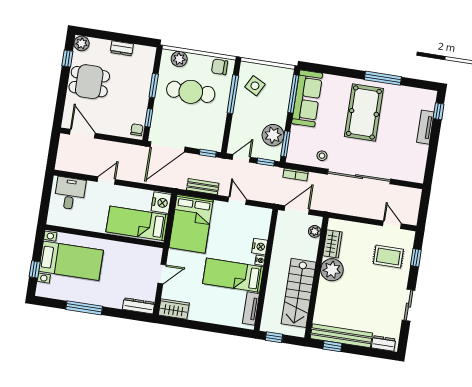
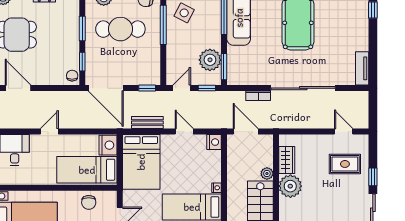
tv unit: (425, 127) -> (362, 68), moved
door: (168, 147) -> (106, 88), hinge flipped
stool: (322, 156) -> (262, 73), removed
bookcase: (296, 174) -> (258, 96), moved
door: (297, 210) -> (246, 131), hinge flipped
plant: (315, 231) -> (267, 174), moved
nightstand: (260, 247) -> (214, 142), moved
chair: (134, 255) -> (89, 202), added
window: (416, 258) -> (373, 177), moved

